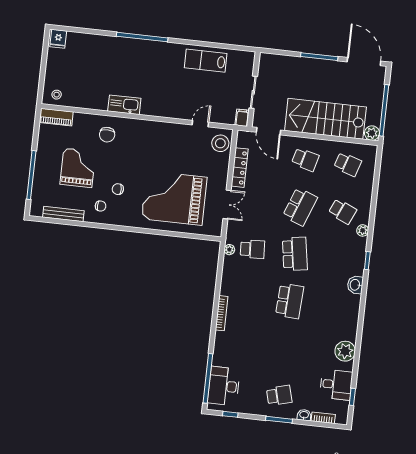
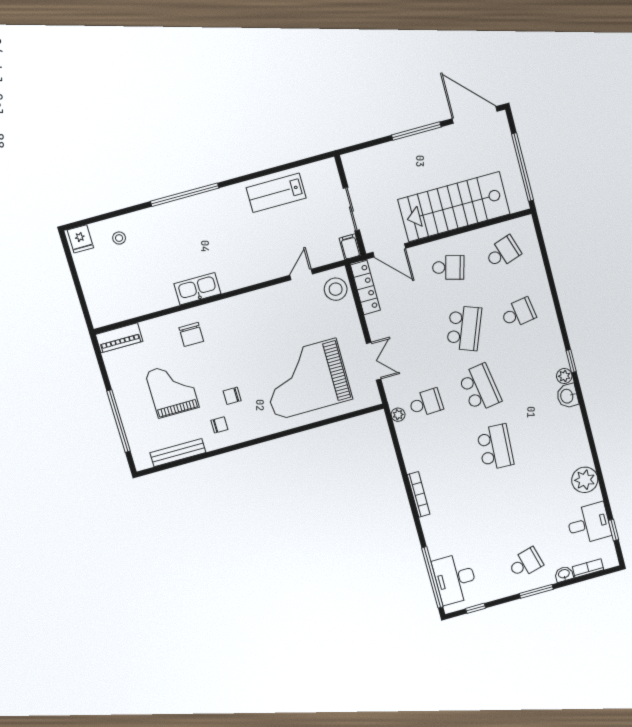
stool: (57, 95) -> (119, 238), moved
plant: (372, 133) -> (518, 202), removed
school desk: (348, 164) -> (503, 252), turned -36
locker: (240, 168) -> (365, 288), moved
school desk: (342, 211) -> (518, 313), turned -33
plant: (363, 230) -> (564, 376), moved

